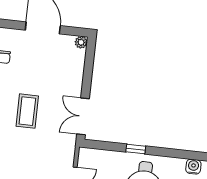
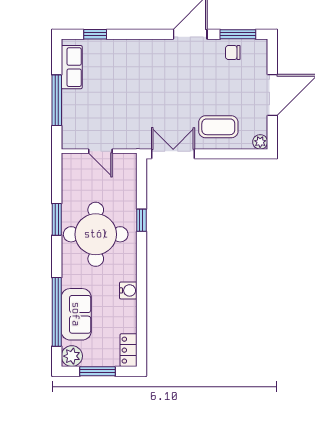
coffee table: (27, 111) -> (218, 127), moved

